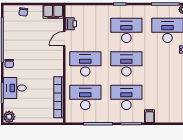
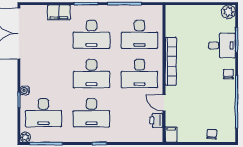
filing cabinet: (53, 12) -> (171, 134), width x0.50
door: (64, 39) -> (164, 103), swing flipped
bookcase: (58, 97) -> (171, 61), moved
filing cabinet: (150, 116) -> (59, 12), width x2.00

